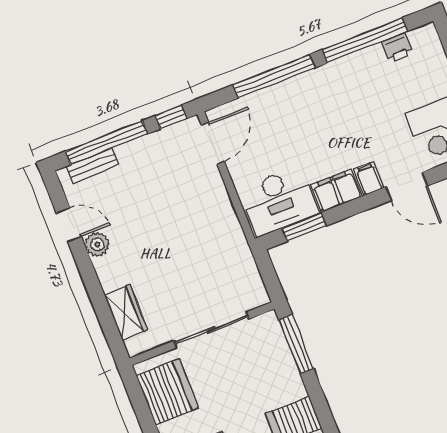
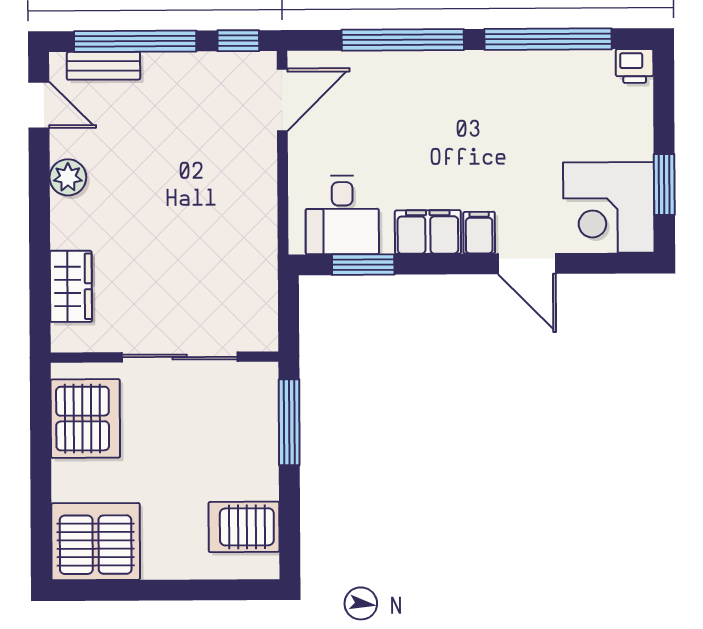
printer: (397, 47) -> (635, 66), moved
desk: (279, 201) -> (342, 215), width x0.73
door: (69, 225) -> (39, 105), moved

